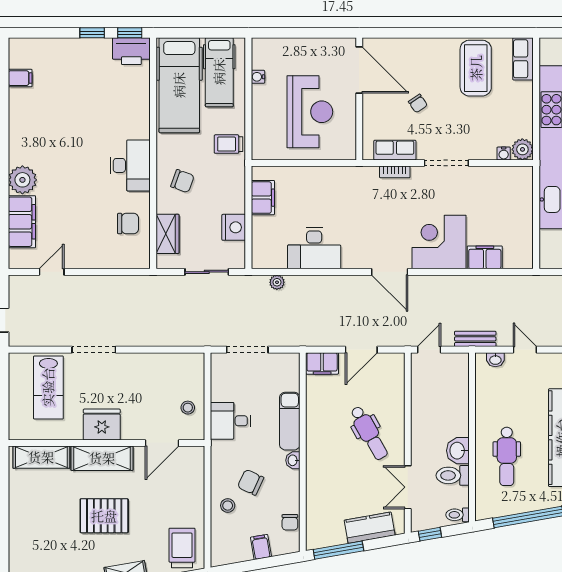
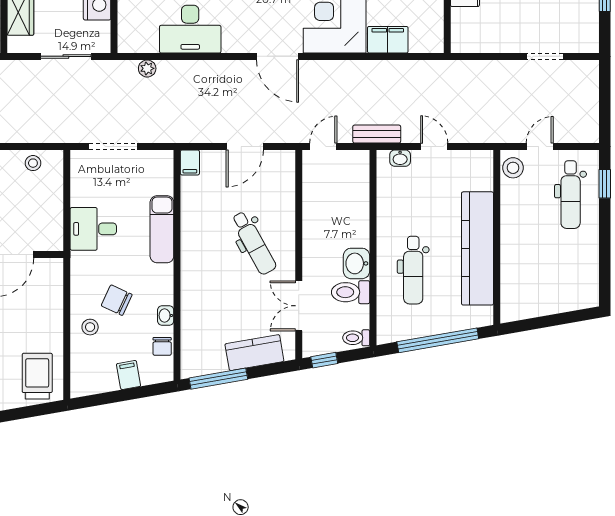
filing cabinet: (322, 363) -> (190, 162), width x0.50
stool: (188, 408) -> (33, 163), moved
washbasin: (293, 460) -> (166, 315), moved

